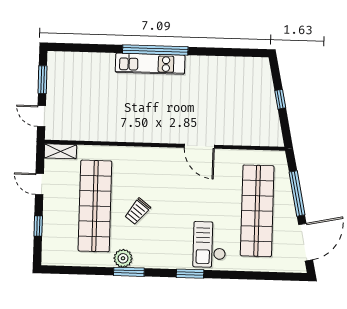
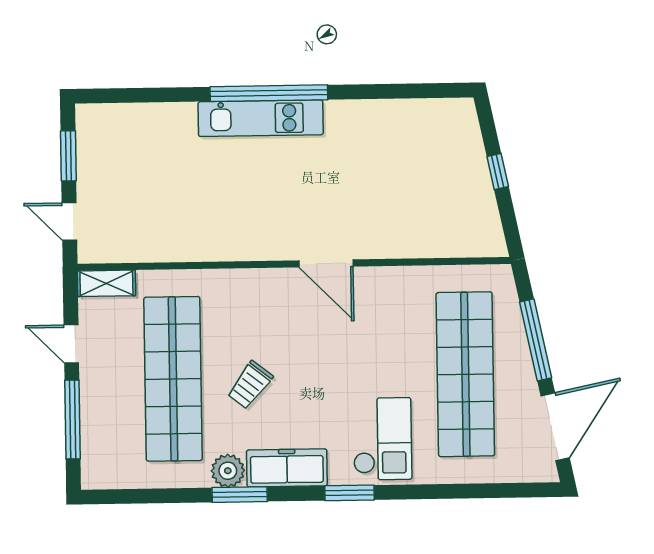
door: (199, 146) -> (326, 263), moved
window: (38, 226) -> (72, 419), width x2.17
checkout: (210, 245) -> (382, 439), turned 180
freezer: (156, 258) -> (287, 468), added

